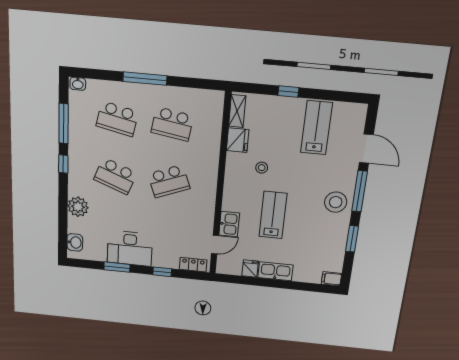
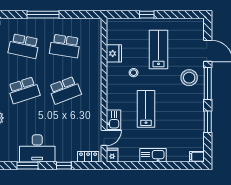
shelving: (237, 111) -> (112, 32), removed
lab bench: (316, 128) -> (158, 50), moved
school desk: (115, 176) -> (24, 90), turned -39
stool: (336, 202) -> (189, 78), moved
fridge: (250, 269) -> (112, 155), moved

